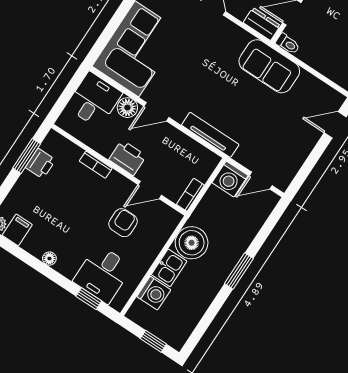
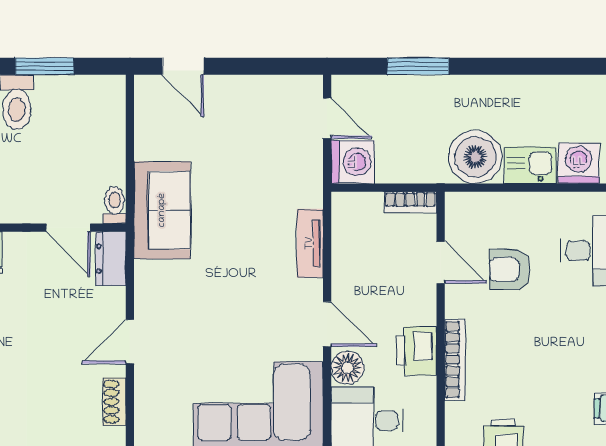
tv unit: (210, 135) -> (310, 243), width x0.71
printer: (128, 158) -> (416, 351), moved
bookcase: (96, 165) -> (455, 360), width x1.56
window: (239, 271) -> (418, 66), moved

